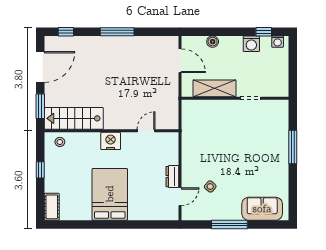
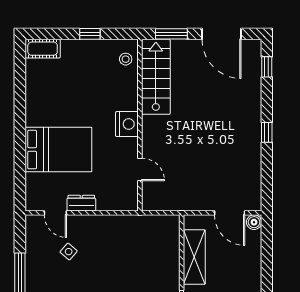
window: (117, 32) -> (267, 132), width x0.46
boiler: (213, 42) -> (254, 222), moved
door: (180, 61) -> (230, 213), hinge flipped
bed: (110, 194) -> (58, 150), moved

